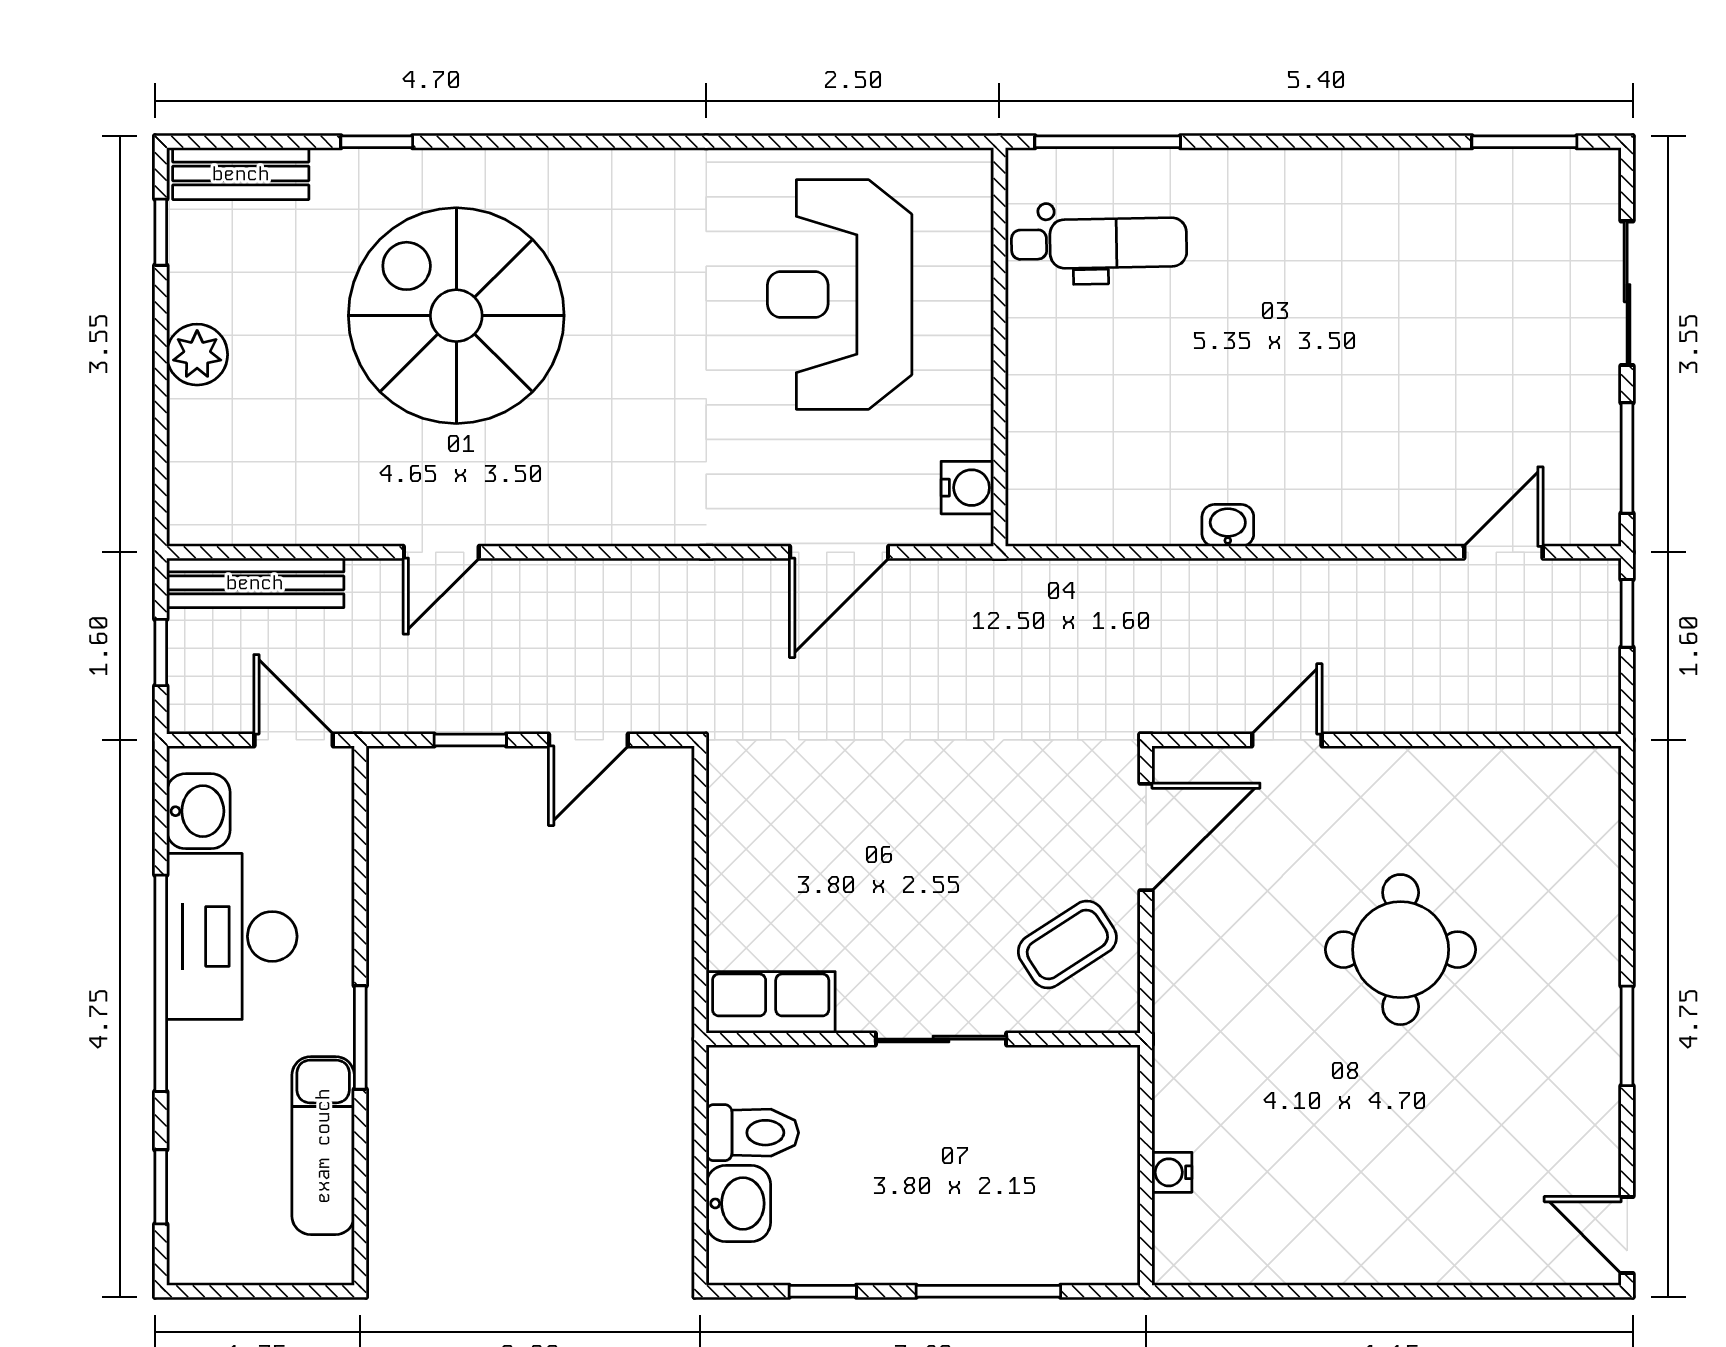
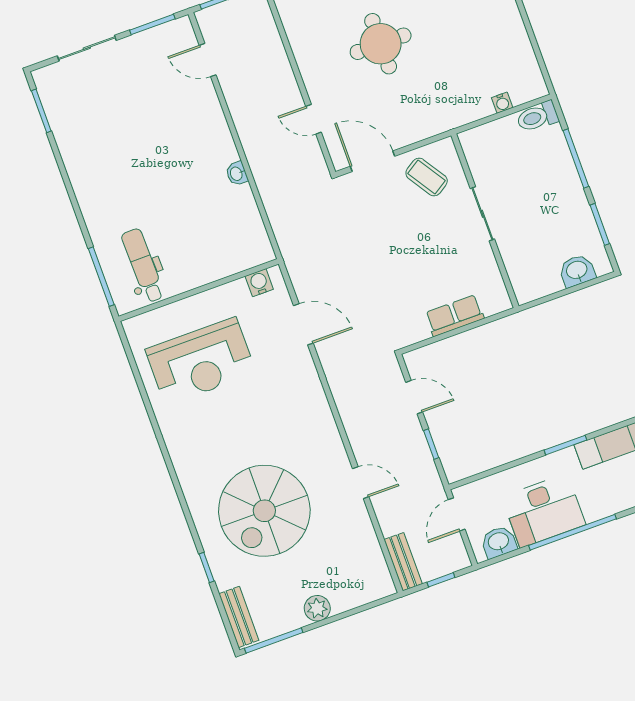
window: (161, 232) -> (274, 640), width x2.17
bench: (255, 583) -> (403, 562), width x0.73
row of seats: (771, 1002) -> (455, 316), moved, turned 90
toilet: (752, 1133) -> (537, 117), moved, turned -90
window: (823, 1291) -> (600, 224), width x1.50

